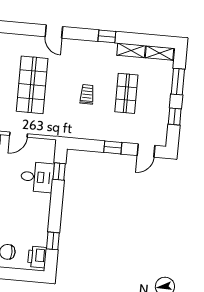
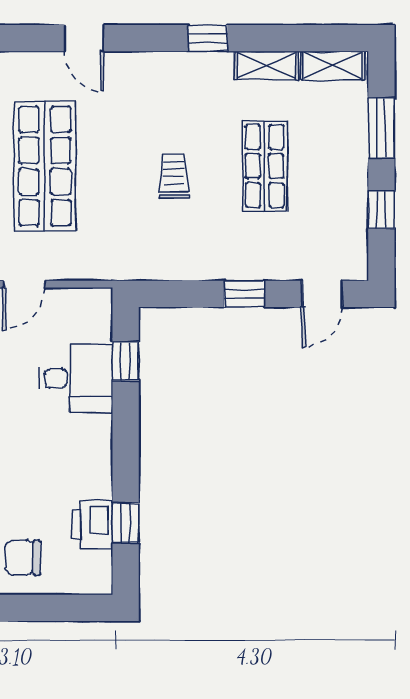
printer: (37, 257) -> (93, 524), moved

